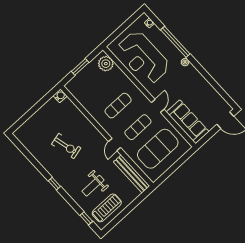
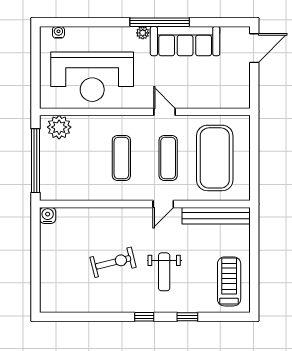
window: (175, 42) -> (160, 22), moved
window: (80, 67) -> (35, 161), width x2.11
sofa: (188, 122) -> (185, 41), moved, turned 180
door: (115, 144) -> (163, 204), hinge flipped
weight bench: (93, 186) -> (164, 272), moved
window: (86, 218) -> (187, 317), moved

